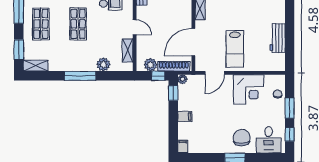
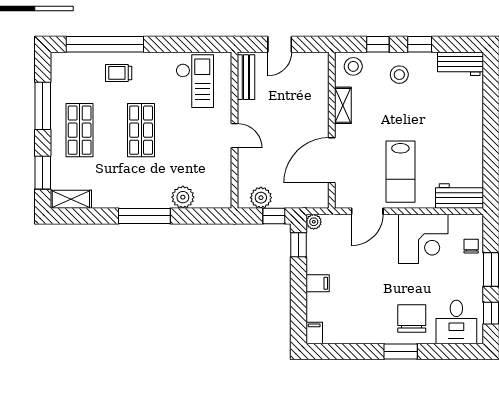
workbench: (278, 38) -> (460, 196), moved, turned 90
shelving: (128, 50) -> (223, 174), removed
shoe rack: (174, 66) -> (299, 200), removed

